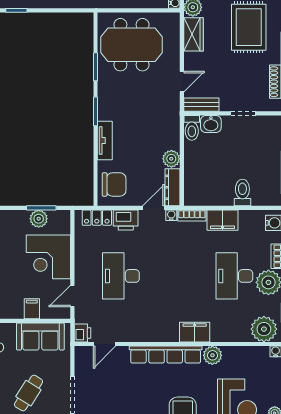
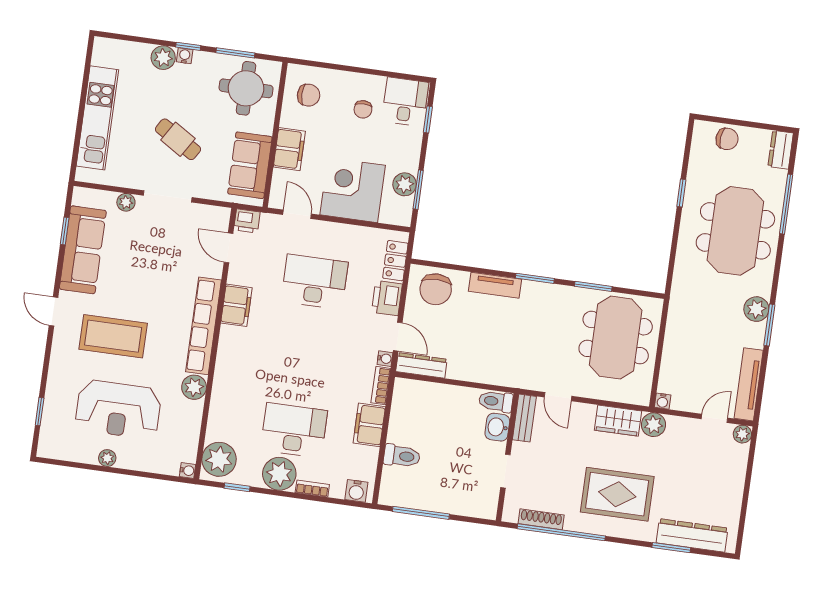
plant: (171, 159) -> (459, 369), removed
filing cabinet: (32, 309) -> (289, 149), width x2.00
filing cabinet: (195, 332) -> (236, 305), moved

